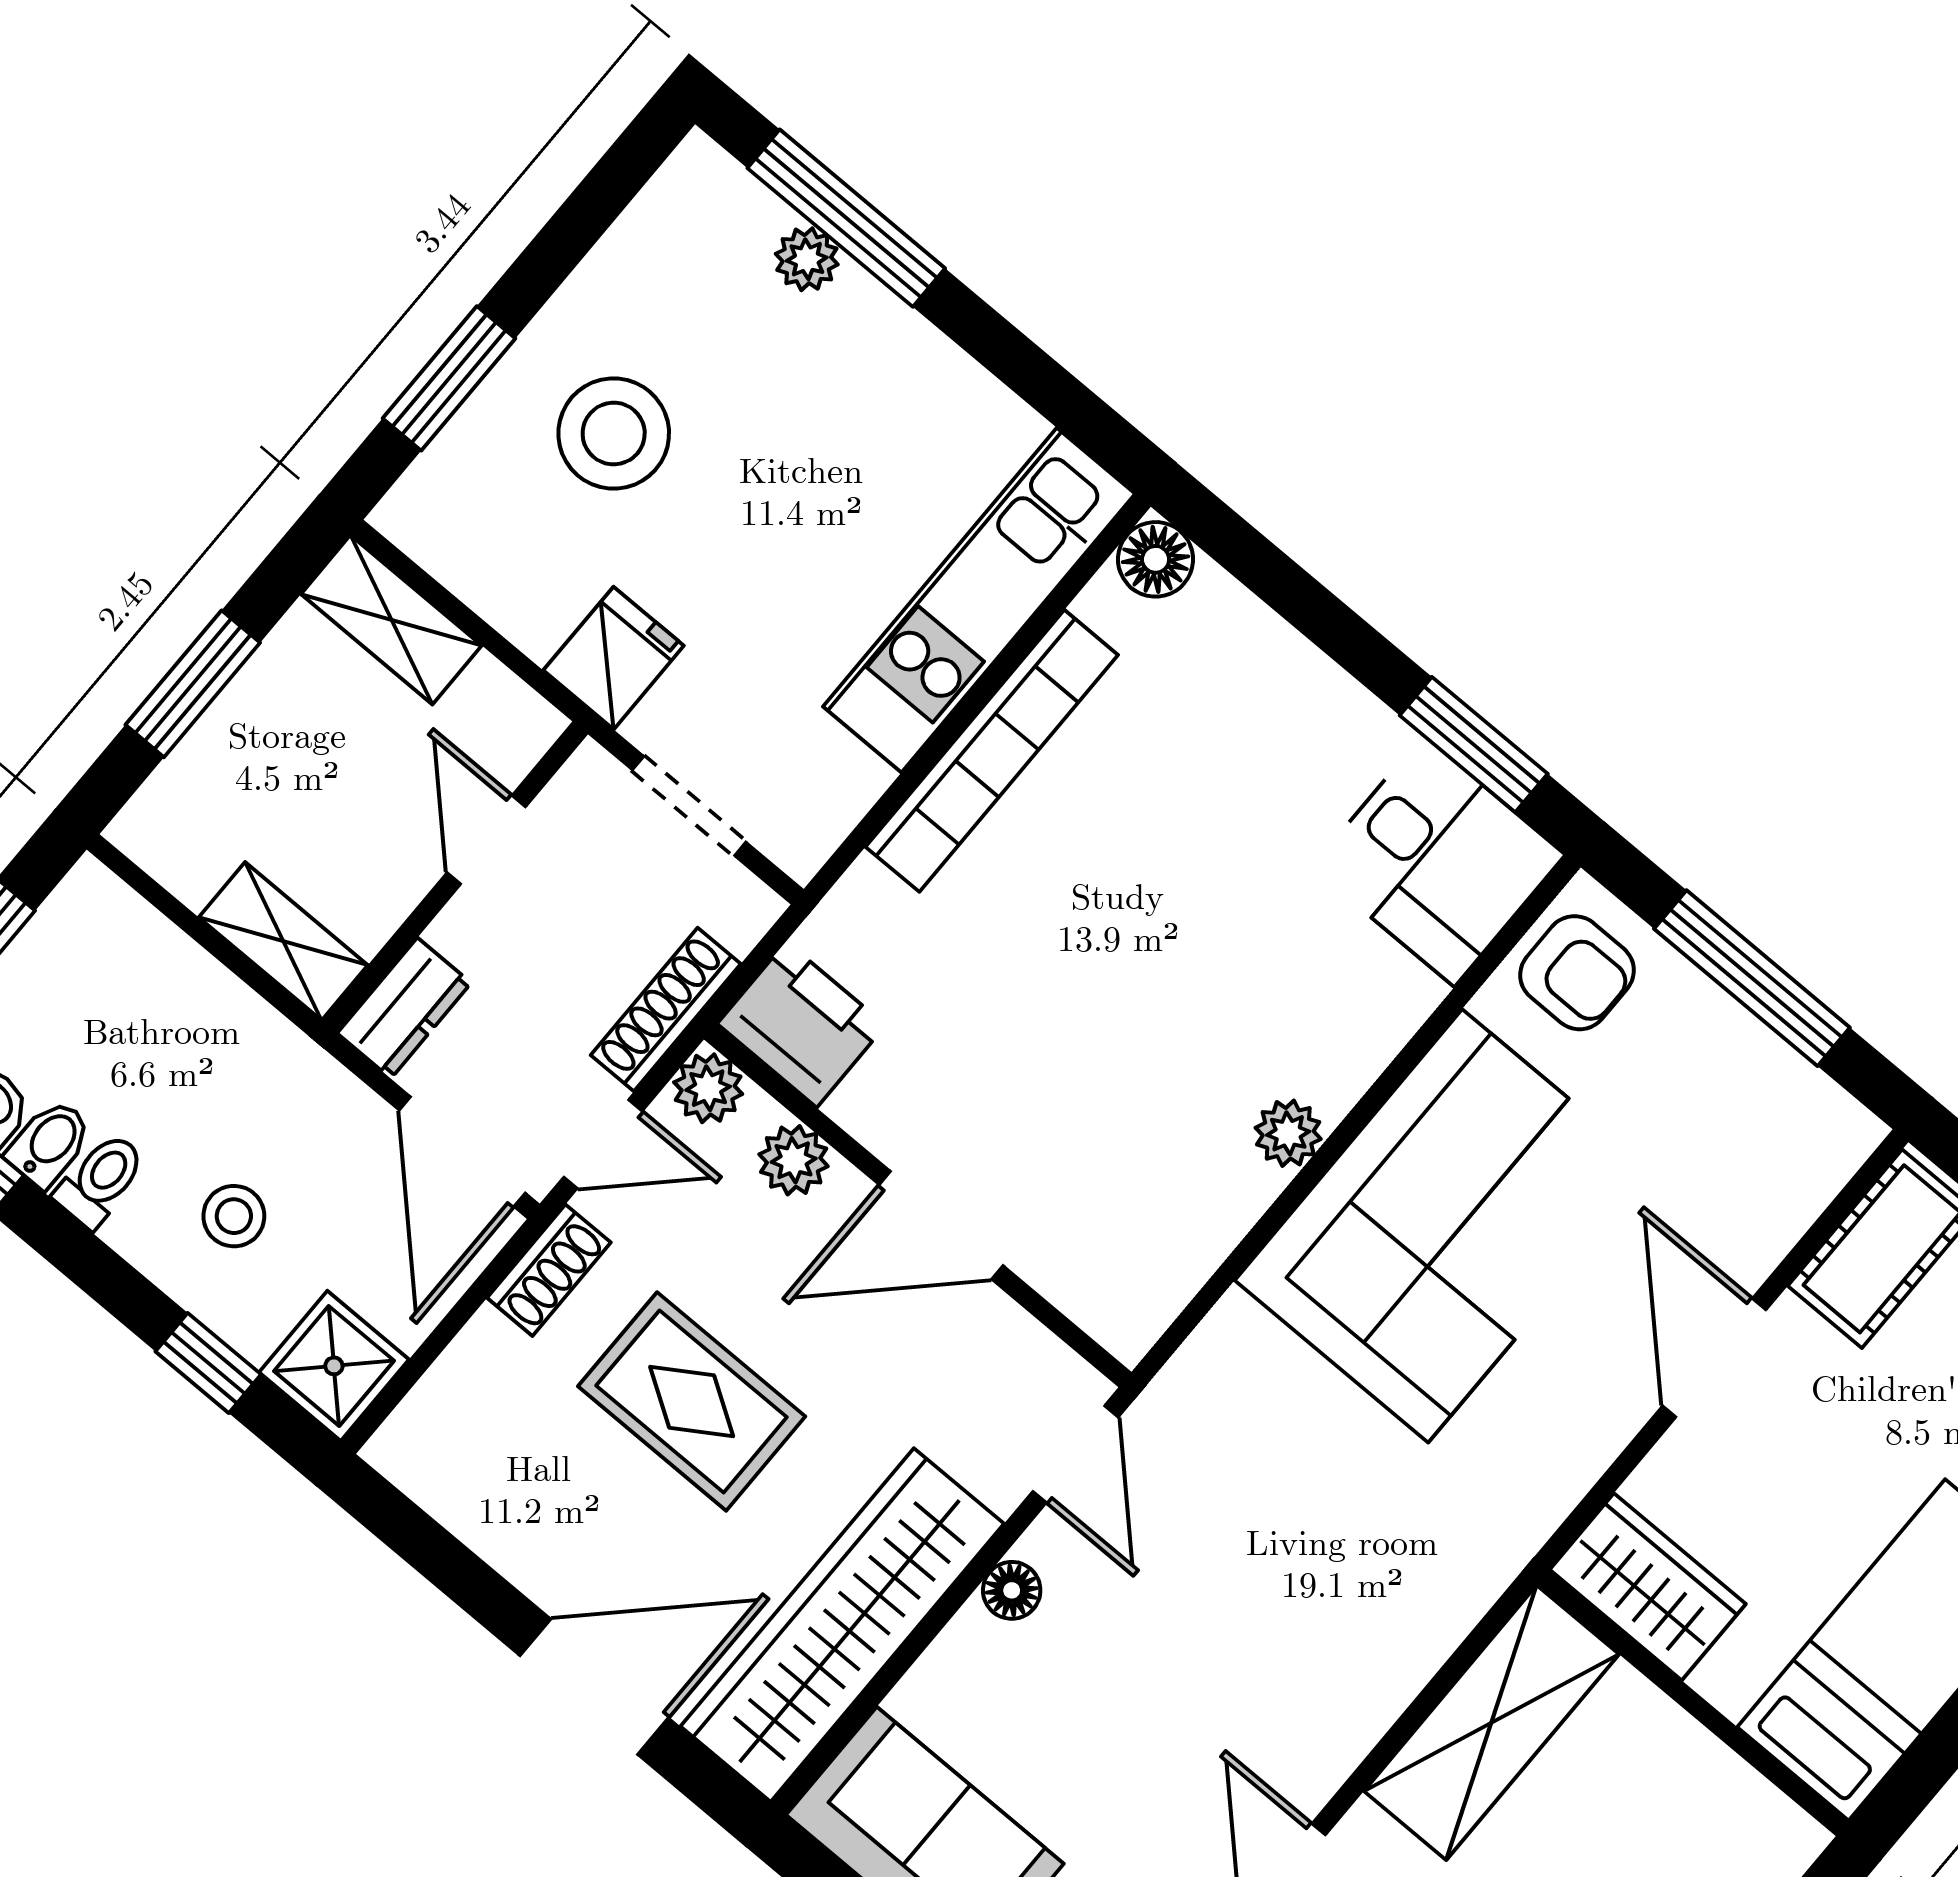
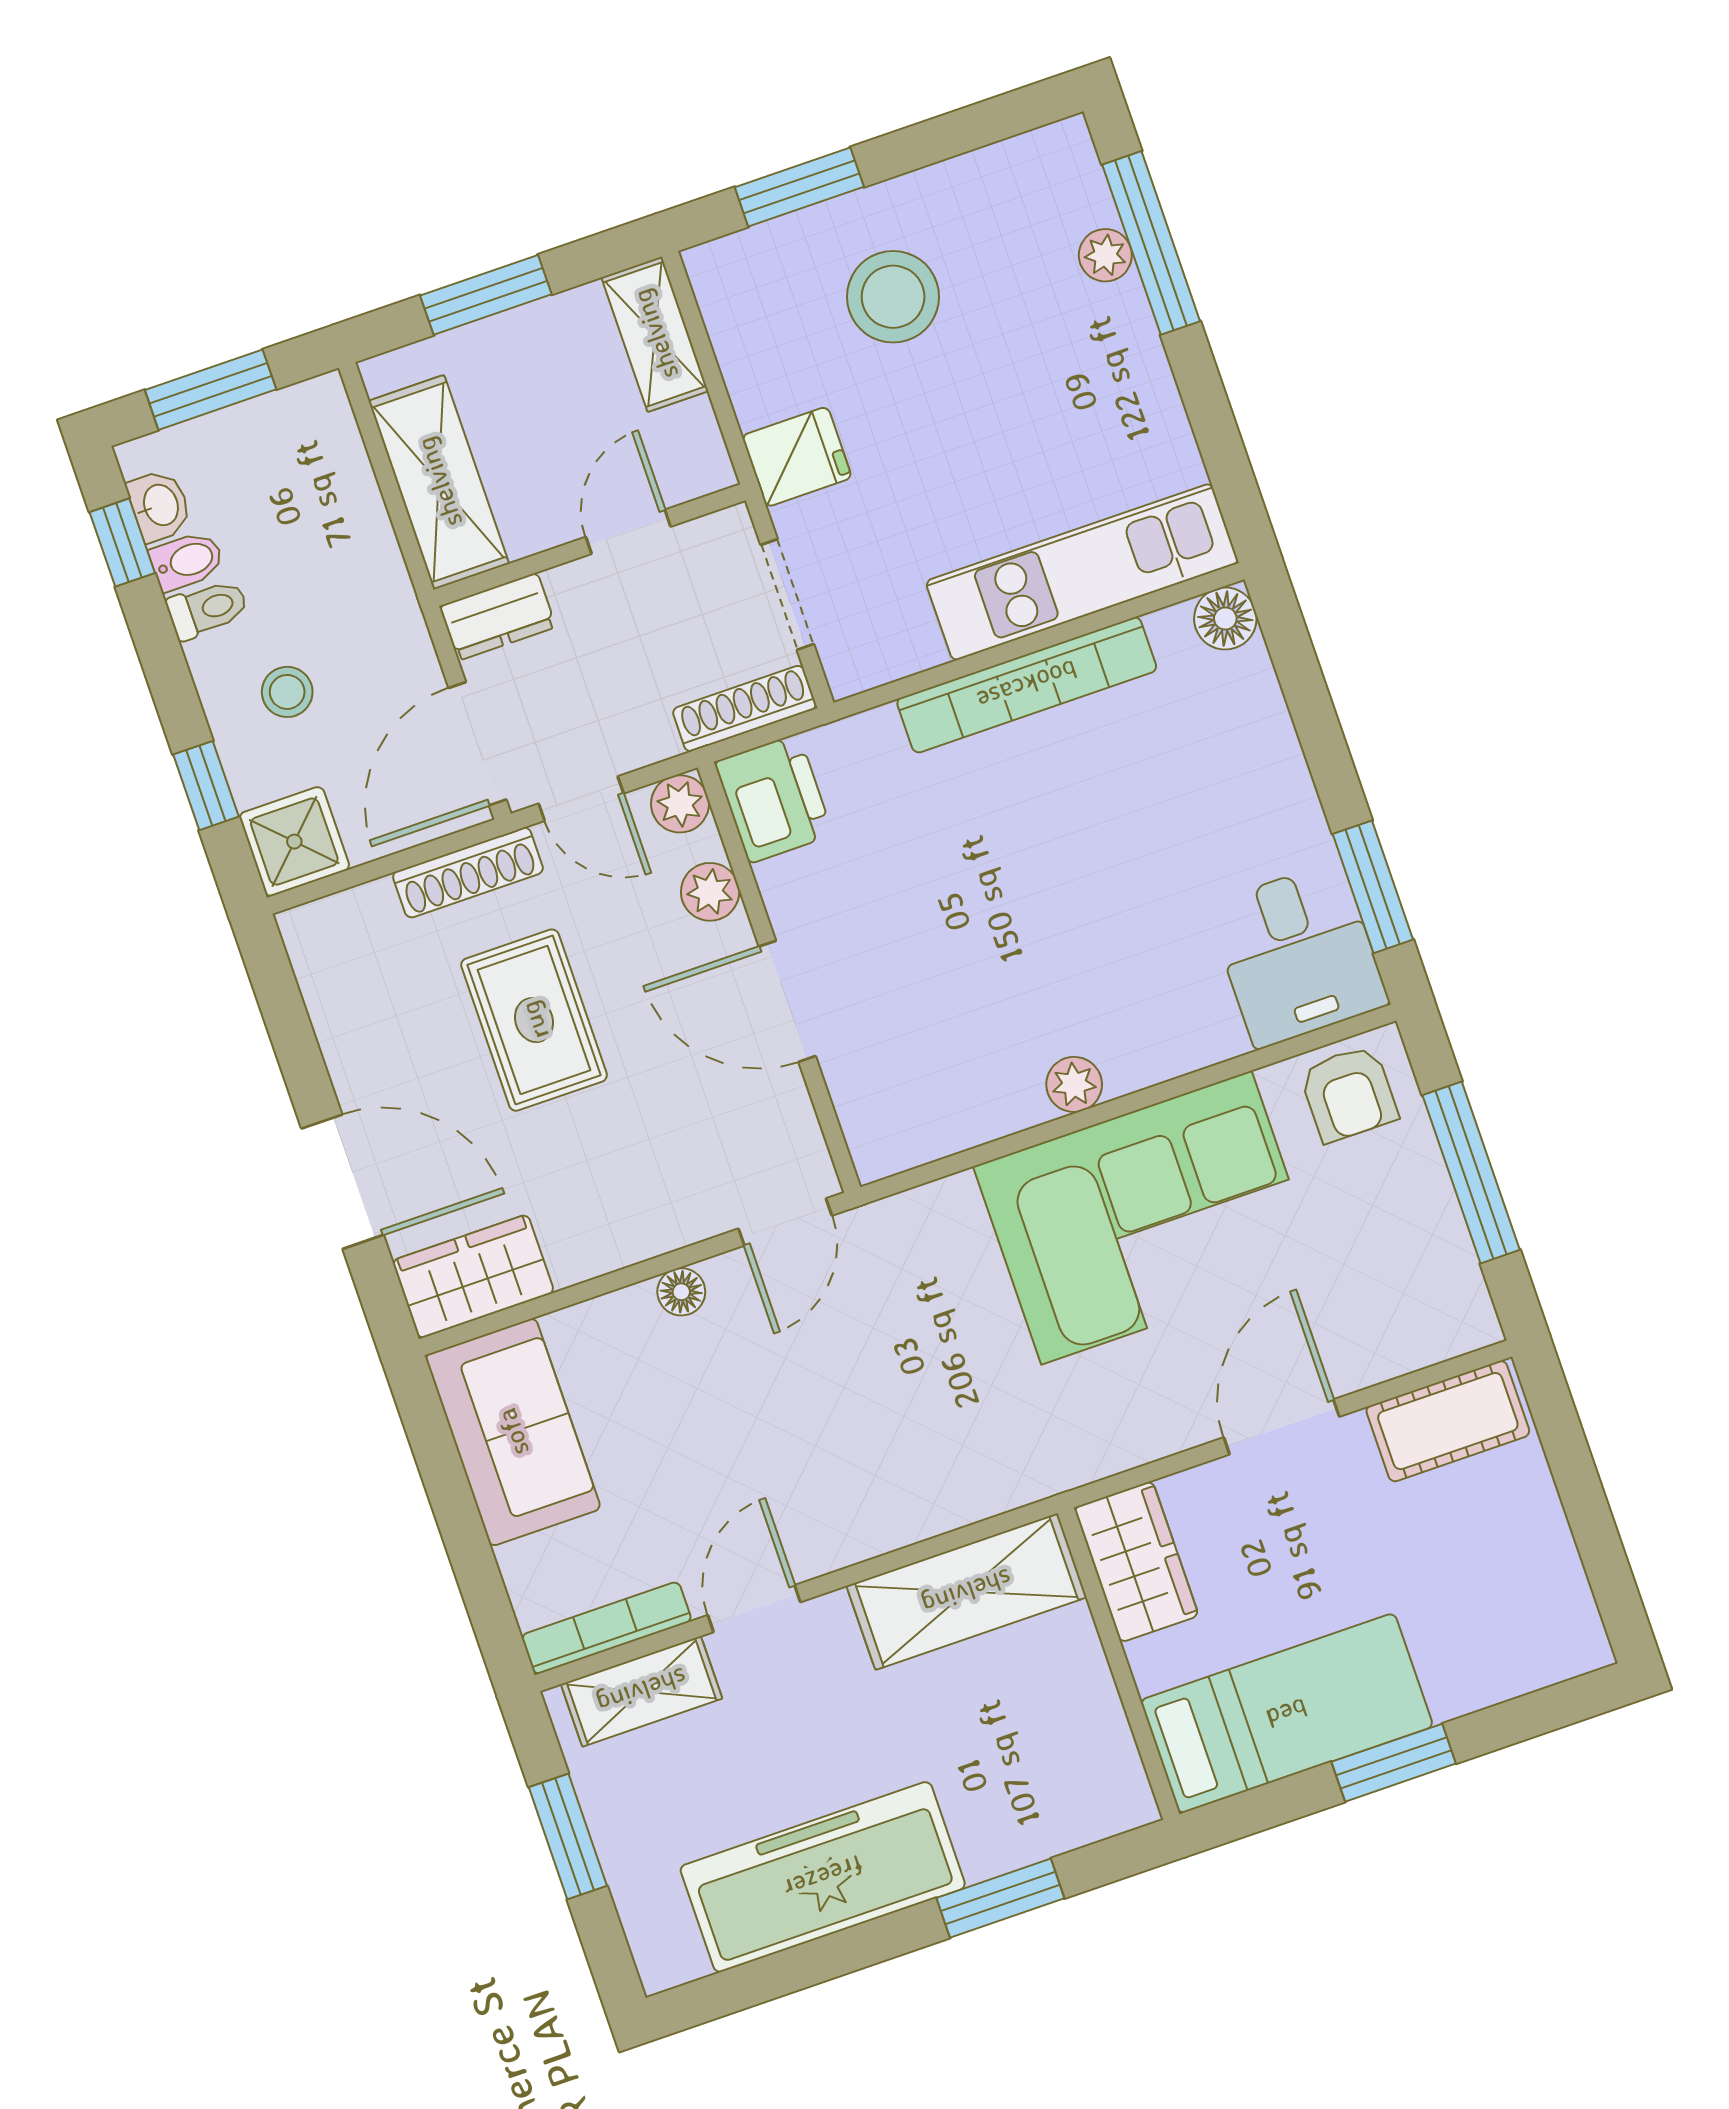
shelving: (283, 941) -> (439, 482), width x1.50, depth x1.33
shoe rack: (666, 1009) -> (744, 709), moved
shoe rack: (549, 1270) -> (468, 872), width x1.43
wardrobe: (842, 1625) -> (473, 1277), width x0.48, depth x0.85

